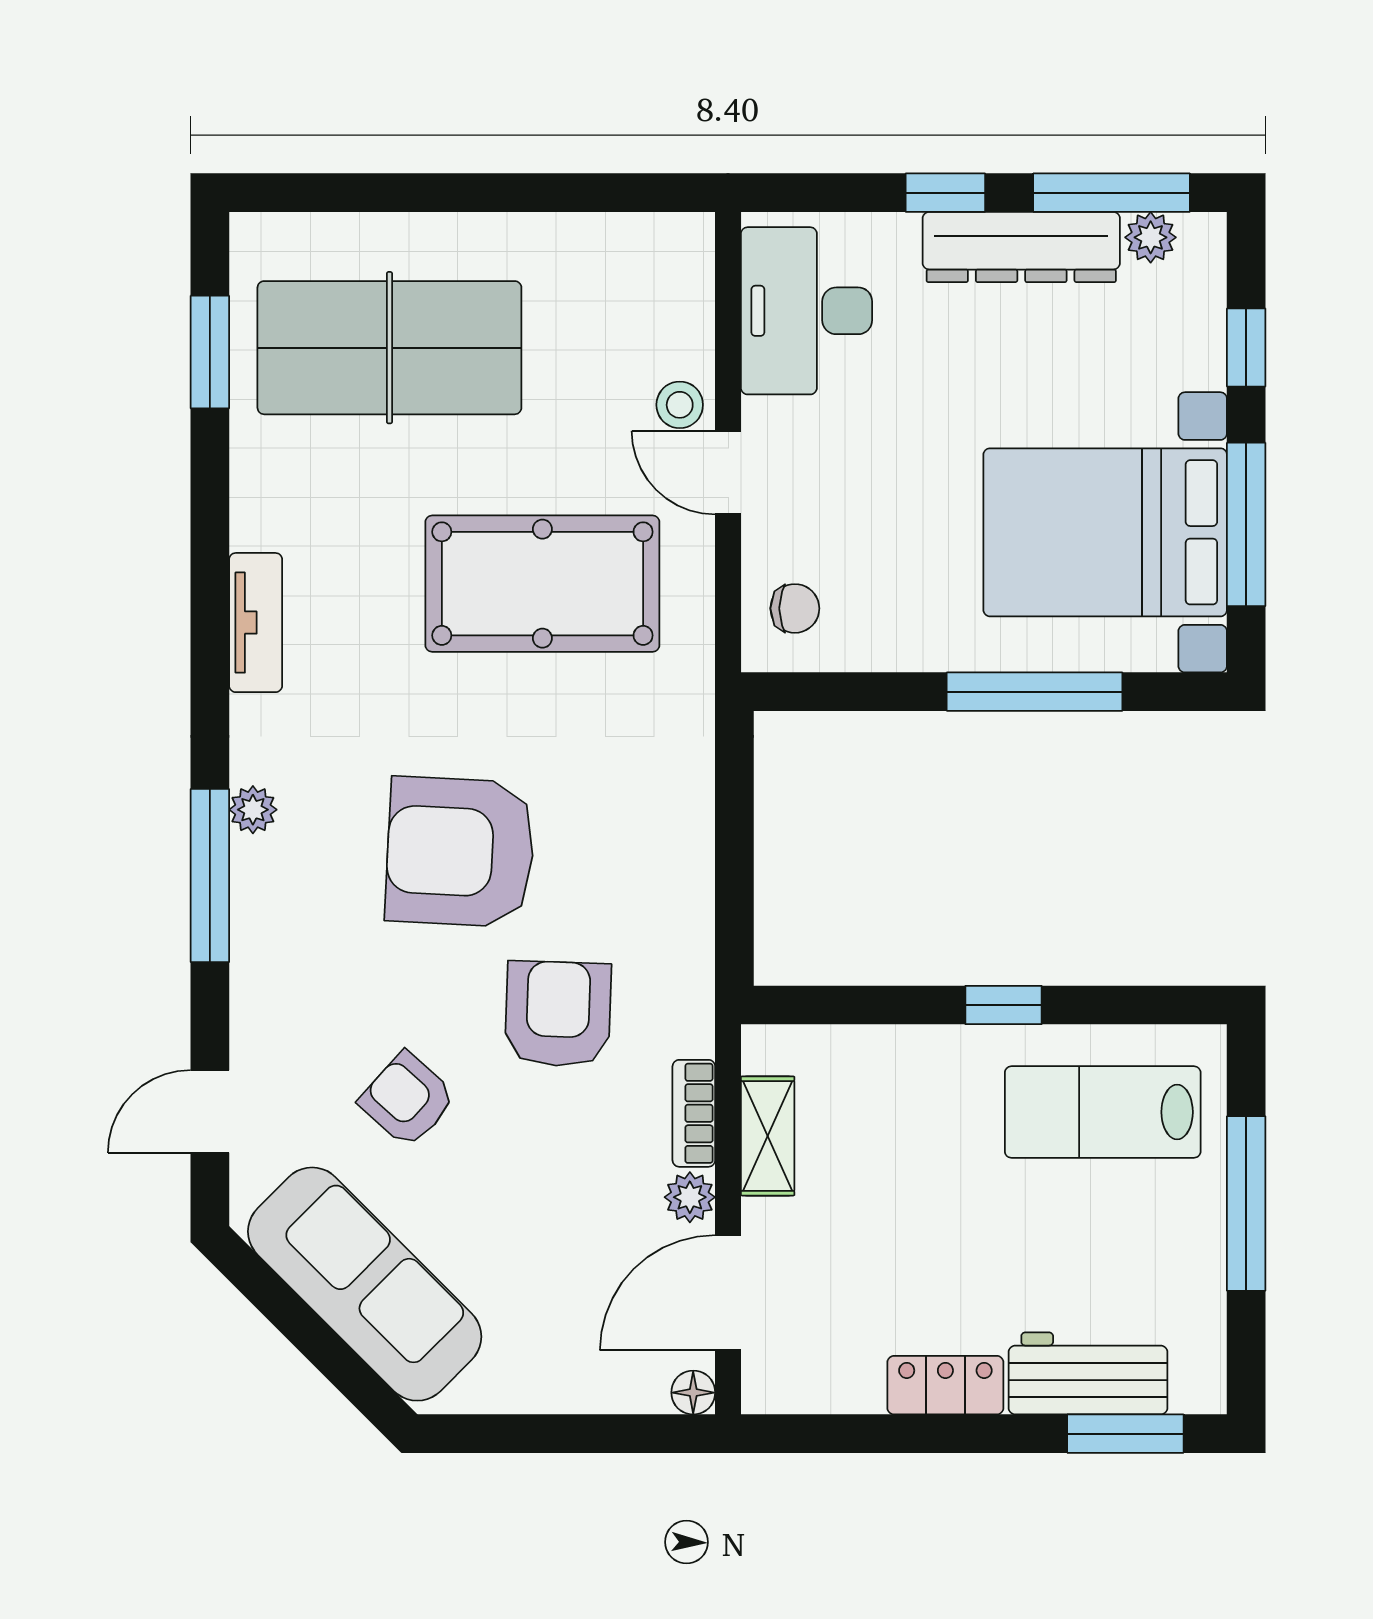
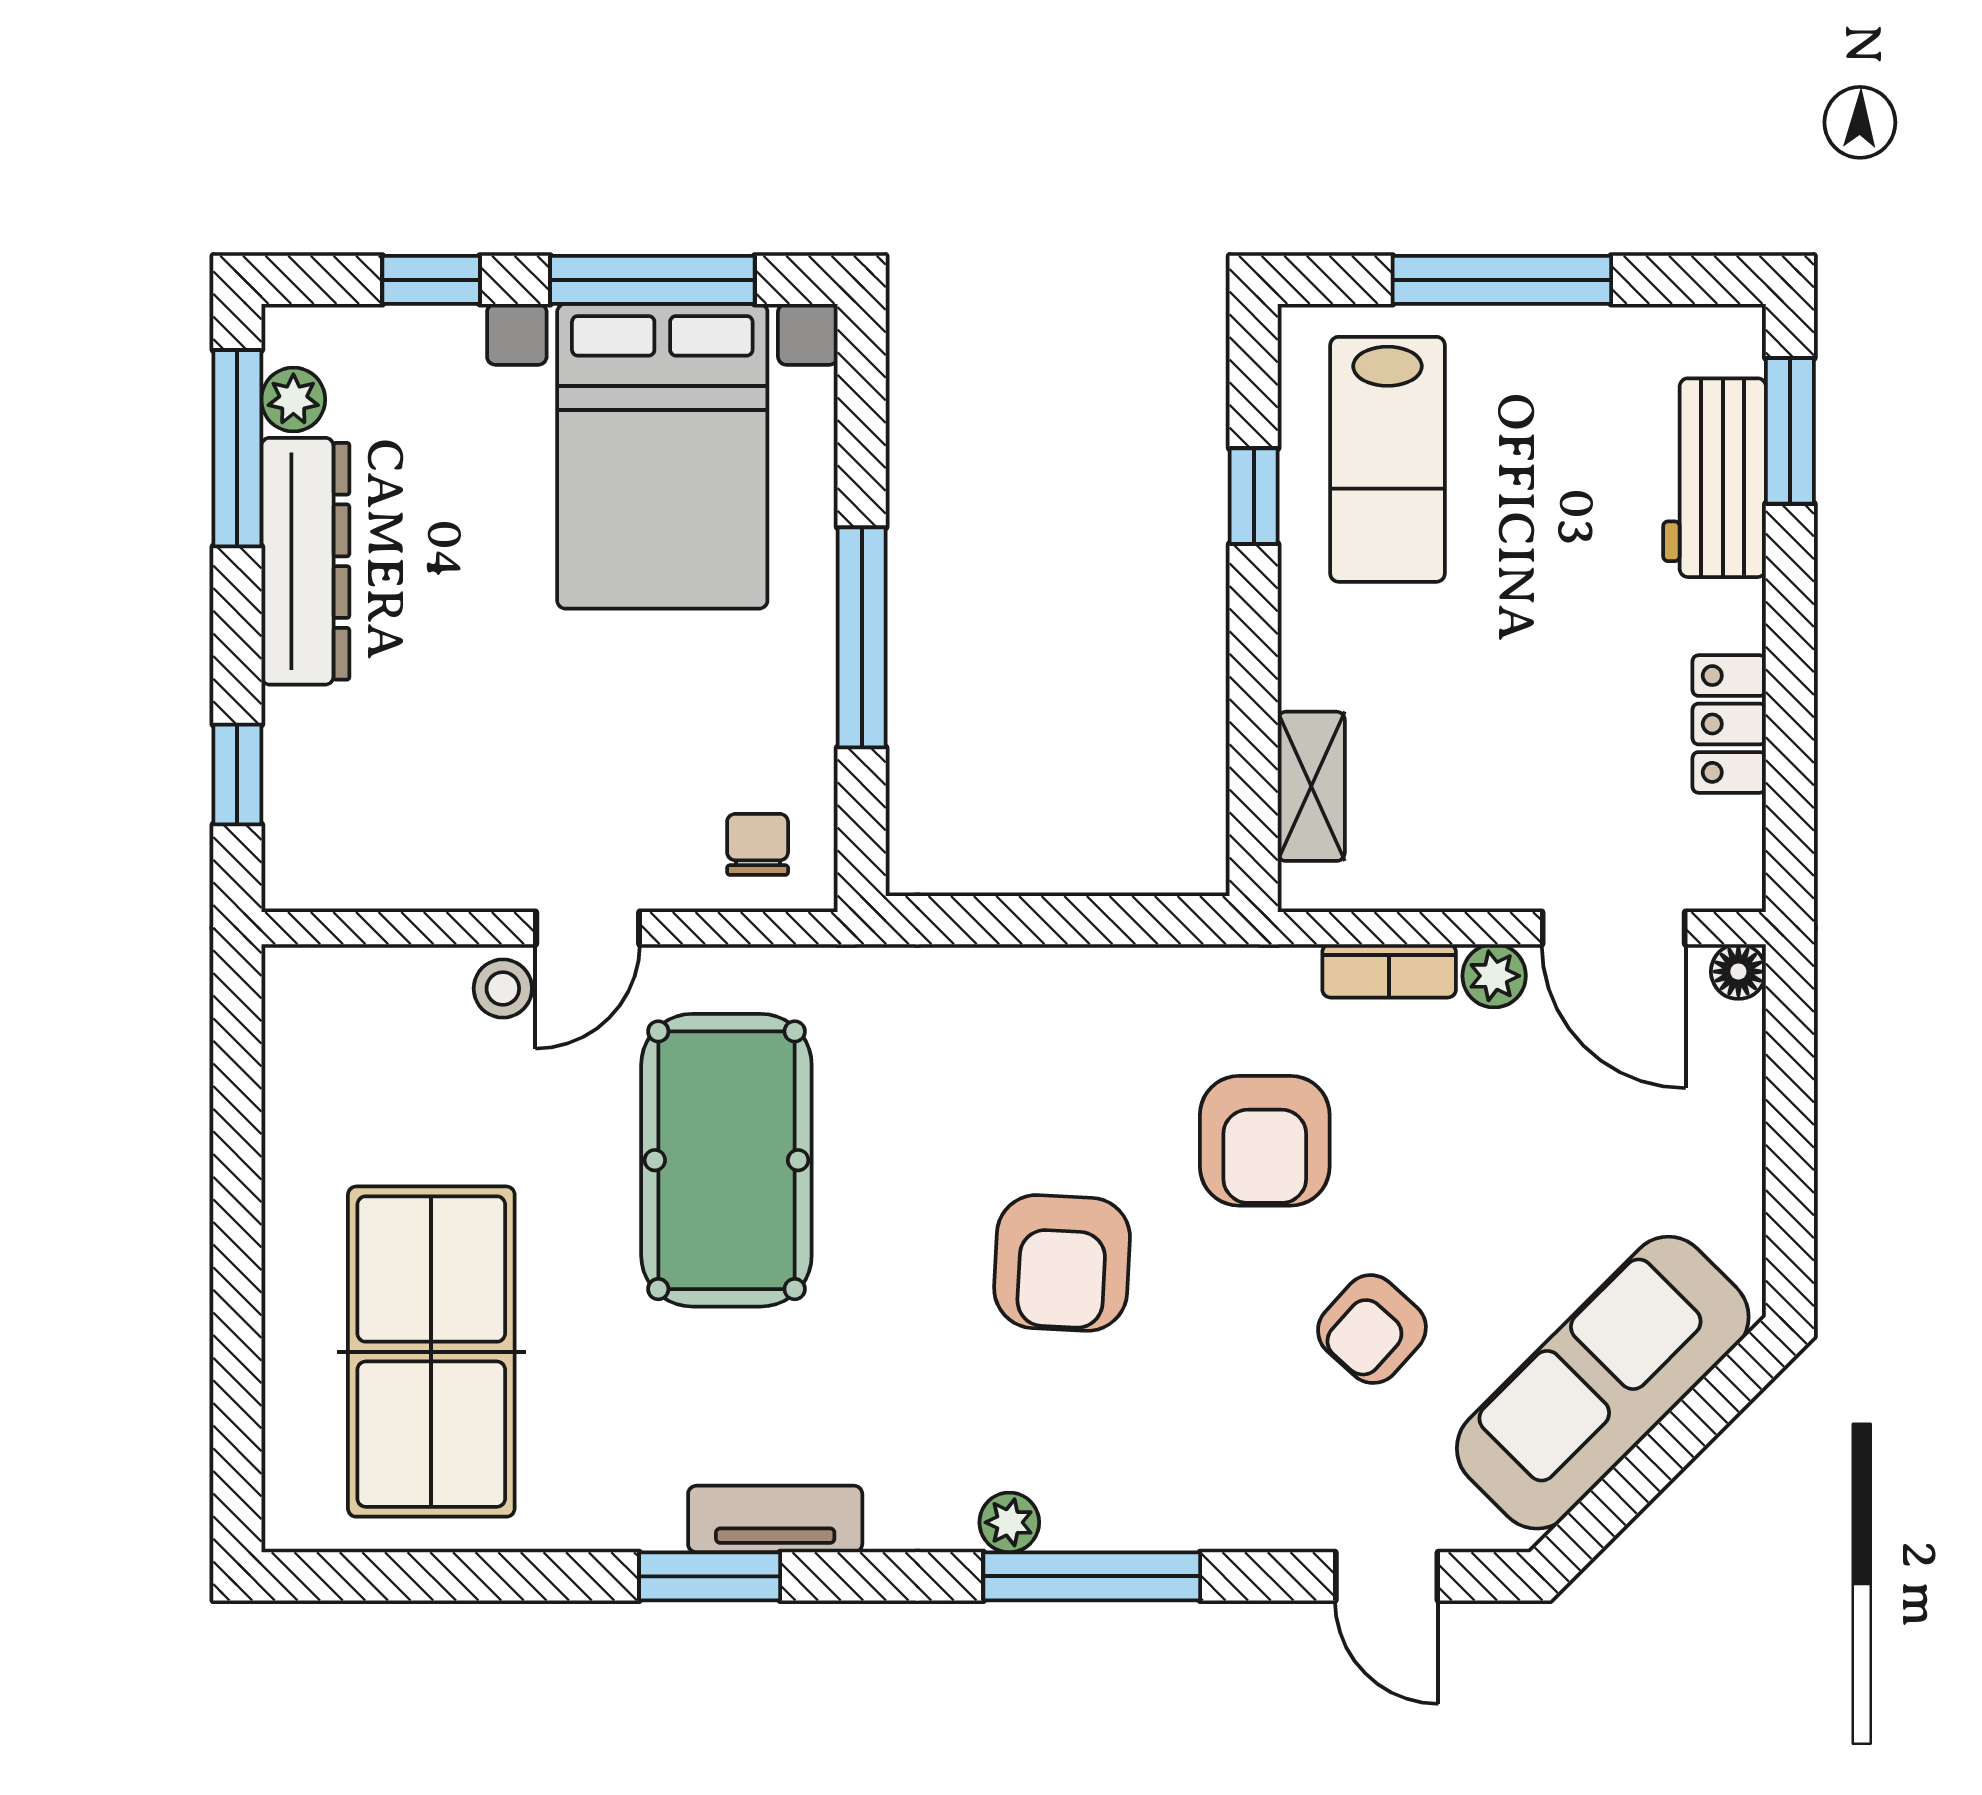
window: (945, 193) -> (237, 775), moved
desk: (806, 311) -> (385, 830), removed
window: (210, 352) -> (710, 1576), moved
window: (1035, 692) -> (862, 637), moved
armchair: (460, 852) -> (1062, 1263), width x0.73, depth x0.73
window: (1003, 1005) -> (1254, 496), moved
armchair: (558, 1014) -> (1265, 1141), turned -92
shelving: (768, 1136) -> (1311, 786), moved, turned 90
locker: (945, 1385) -> (1729, 724), moved

